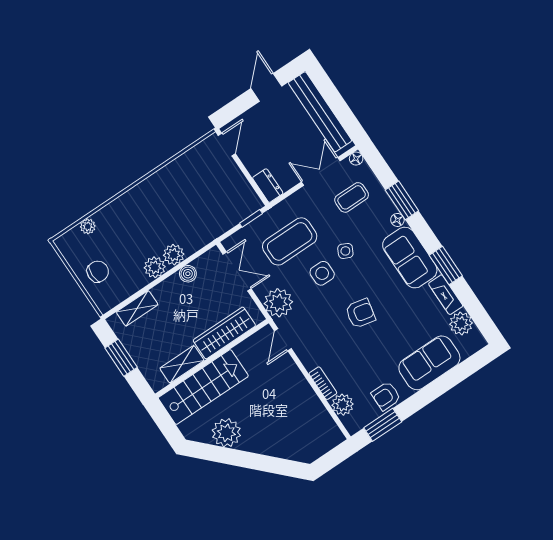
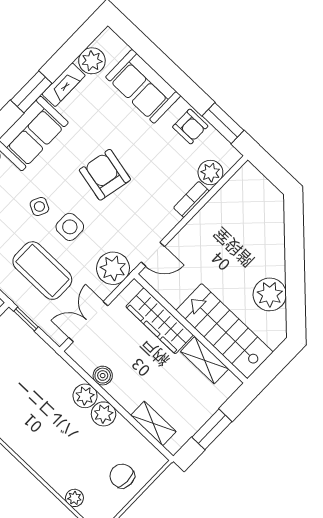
armchair: (360, 313) -> (105, 175), width x1.38, depth x1.38

